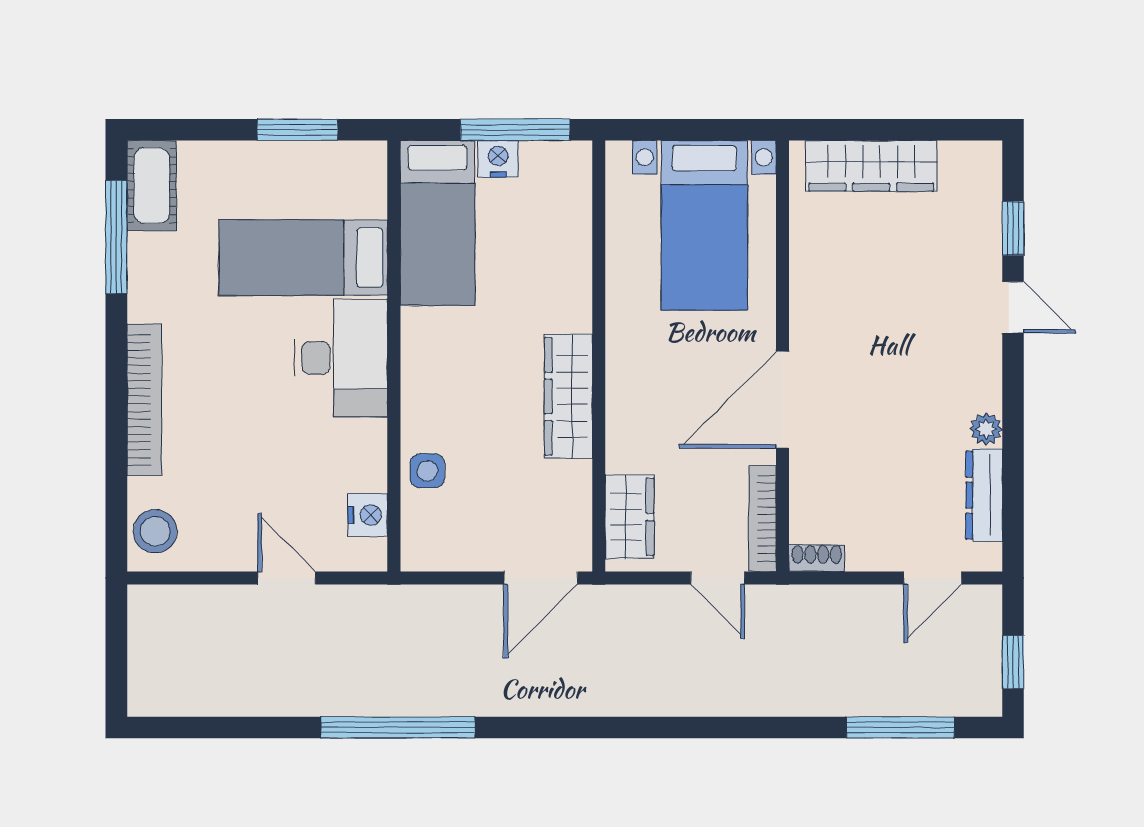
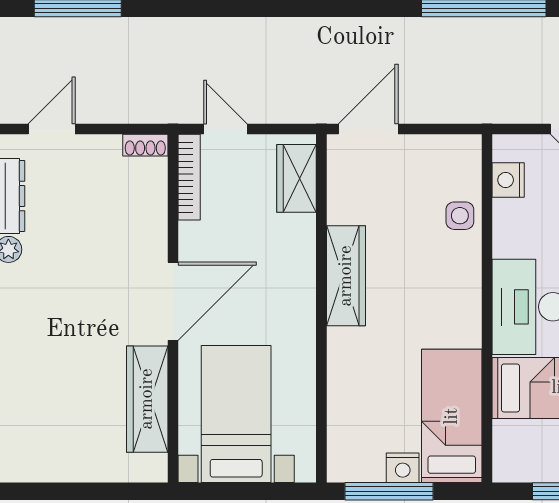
wardrobe: (871, 166) -> (147, 399), moved, turned -90
door: (782, 400) -> (173, 301), moved

